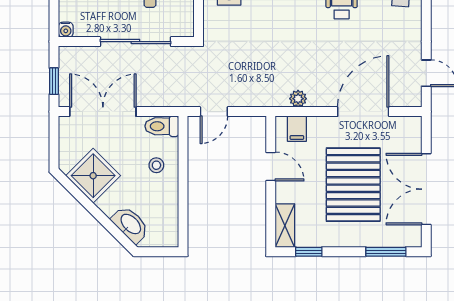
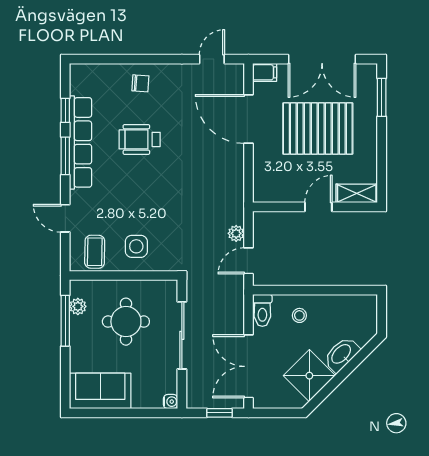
plant: (298, 99) -> (236, 233), moved
door: (214, 112) -> (248, 261), swing flipped
filing cabinet: (297, 129) -> (265, 72), moved
door: (271, 166) -> (318, 207), moved
washbasin: (130, 224) -> (342, 354), moved
window: (309, 252) -> (382, 171), removed

